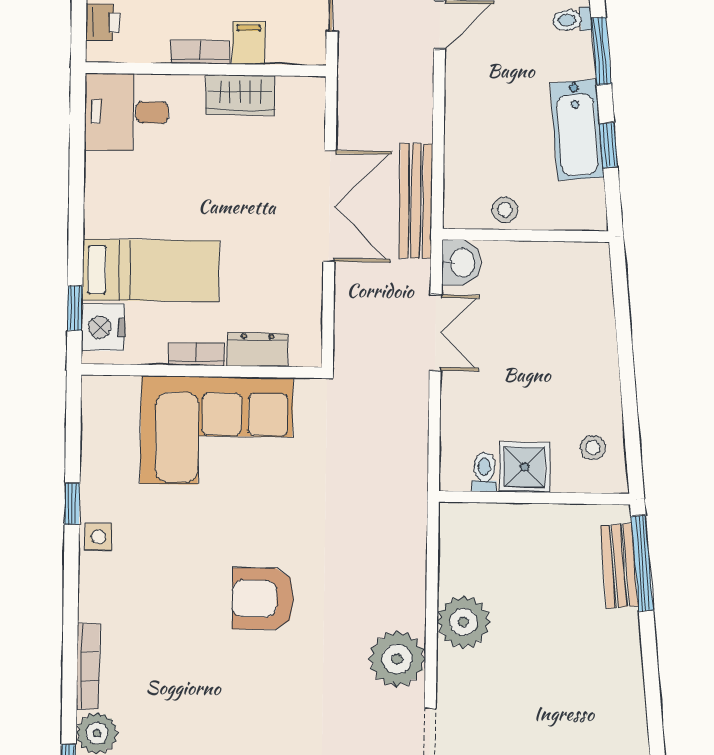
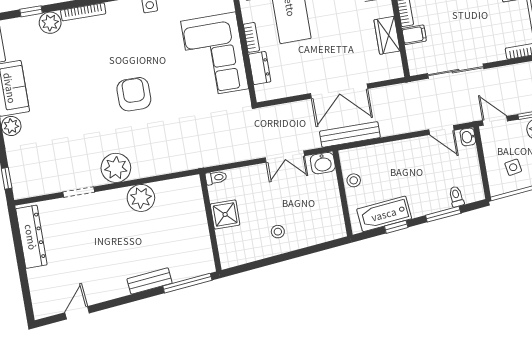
bathtub: (577, 130) -> (384, 214), moved
stool: (593, 448) -> (278, 232), moved
toilet: (484, 472) -> (216, 178), moved
bench: (619, 566) -> (150, 281), moved

